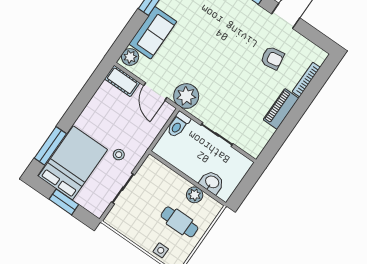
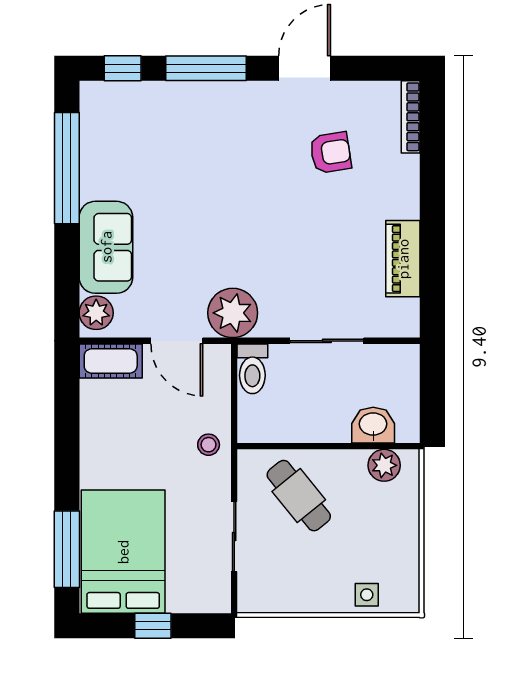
bookcase: (306, 80) -> (411, 117), moved
piano: (281, 109) -> (403, 259), moved
stool: (119, 155) -> (209, 445), moved
plant: (195, 195) -> (384, 465), moved
window: (64, 202) -> (153, 626), width x0.67
cafe table: (179, 222) -> (299, 496), moved, turned 51

